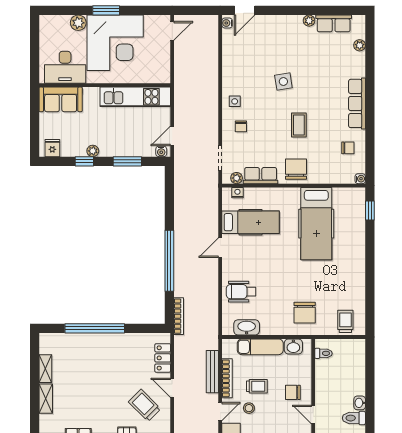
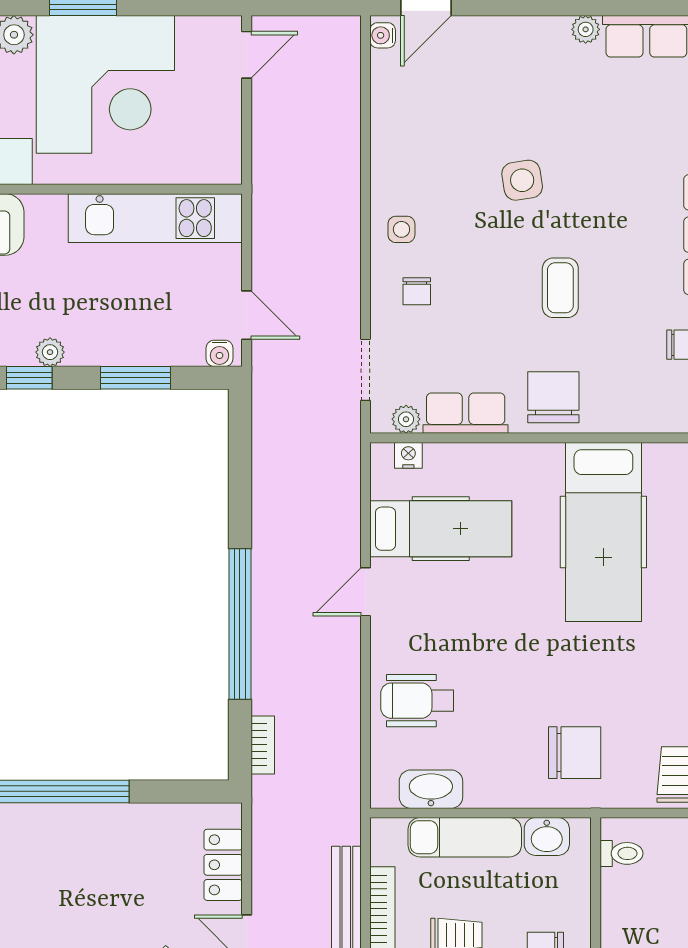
door: (172, 136) -> (247, 315), swing flipped
chair: (305, 313) -> (575, 753), turned -90
bookcase: (179, 316) -> (263, 745), width x0.64

